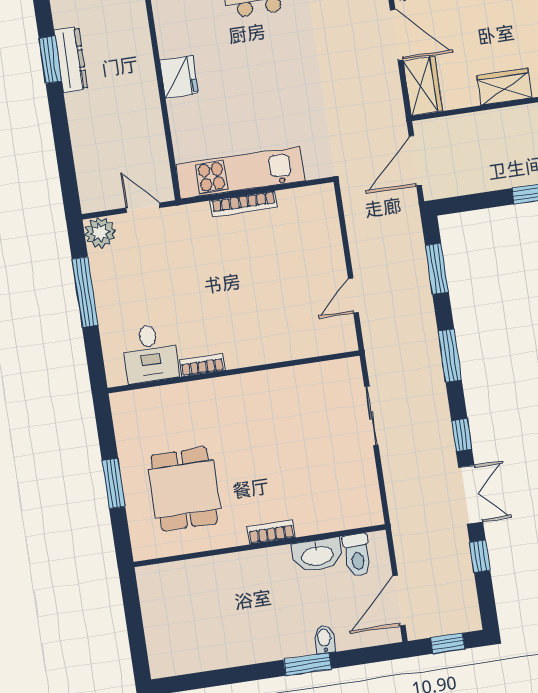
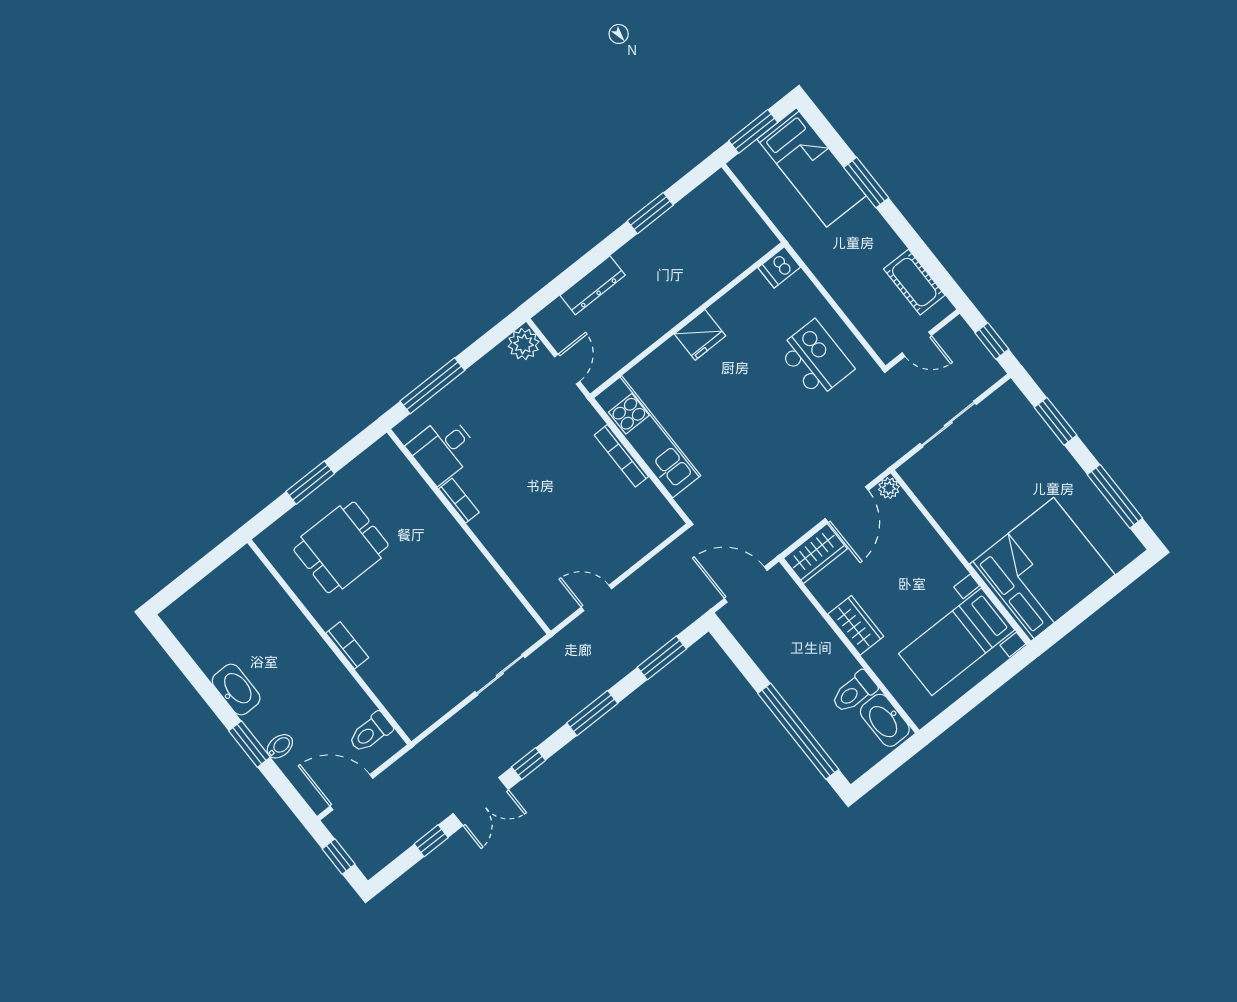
dresser: (71, 60) -> (593, 285), moved
window: (85, 292) -> (432, 386), moved
washbasin: (317, 555) -> (236, 690), moved, turned 180

